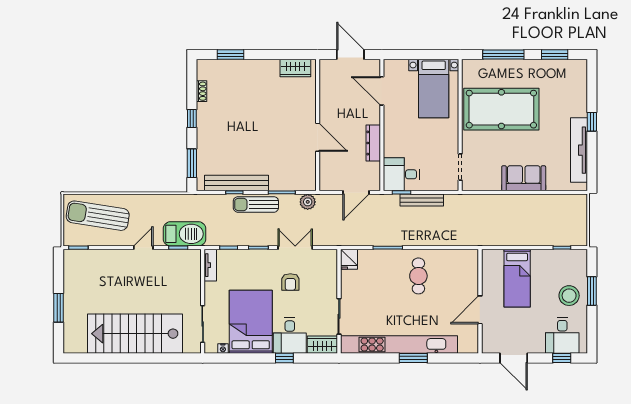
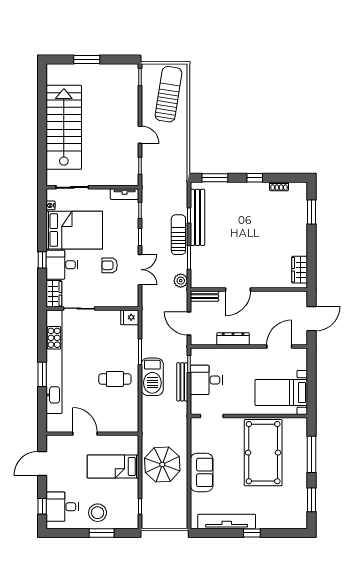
desk: (401, 174) -> (206, 380), moved, turned -90
bench: (325, 175) -> (204, 296), added
parasol: (515, 223) -> (162, 465), added
barbecue: (184, 234) -> (152, 377), moved

